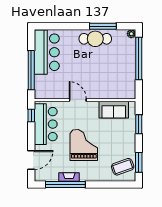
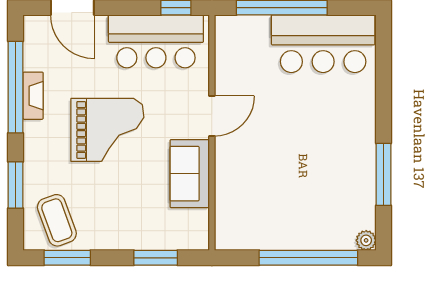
cafe table: (95, 39) -> (354, 157), removed
sofa: (114, 110) -> (190, 174), moved
window: (107, 184) -> (16, 185), added

